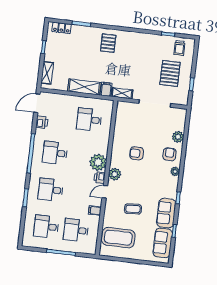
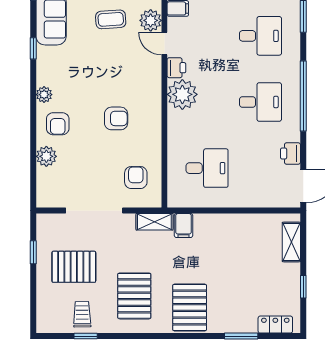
pallet: (108, 43) -> (190, 308), width x1.50, depth x1.42
trolley: (179, 48) -> (82, 314), moved
pallet: (138, 53) -> (134, 296), added
pallet: (170, 73) -> (74, 267), turned 90
shelving: (84, 87) -> (223, 225), removed
armchair: (130, 119) -> (136, 178), added
plant: (115, 174) -> (151, 20), moved
door: (105, 192) -> (164, 44), swing flipped

